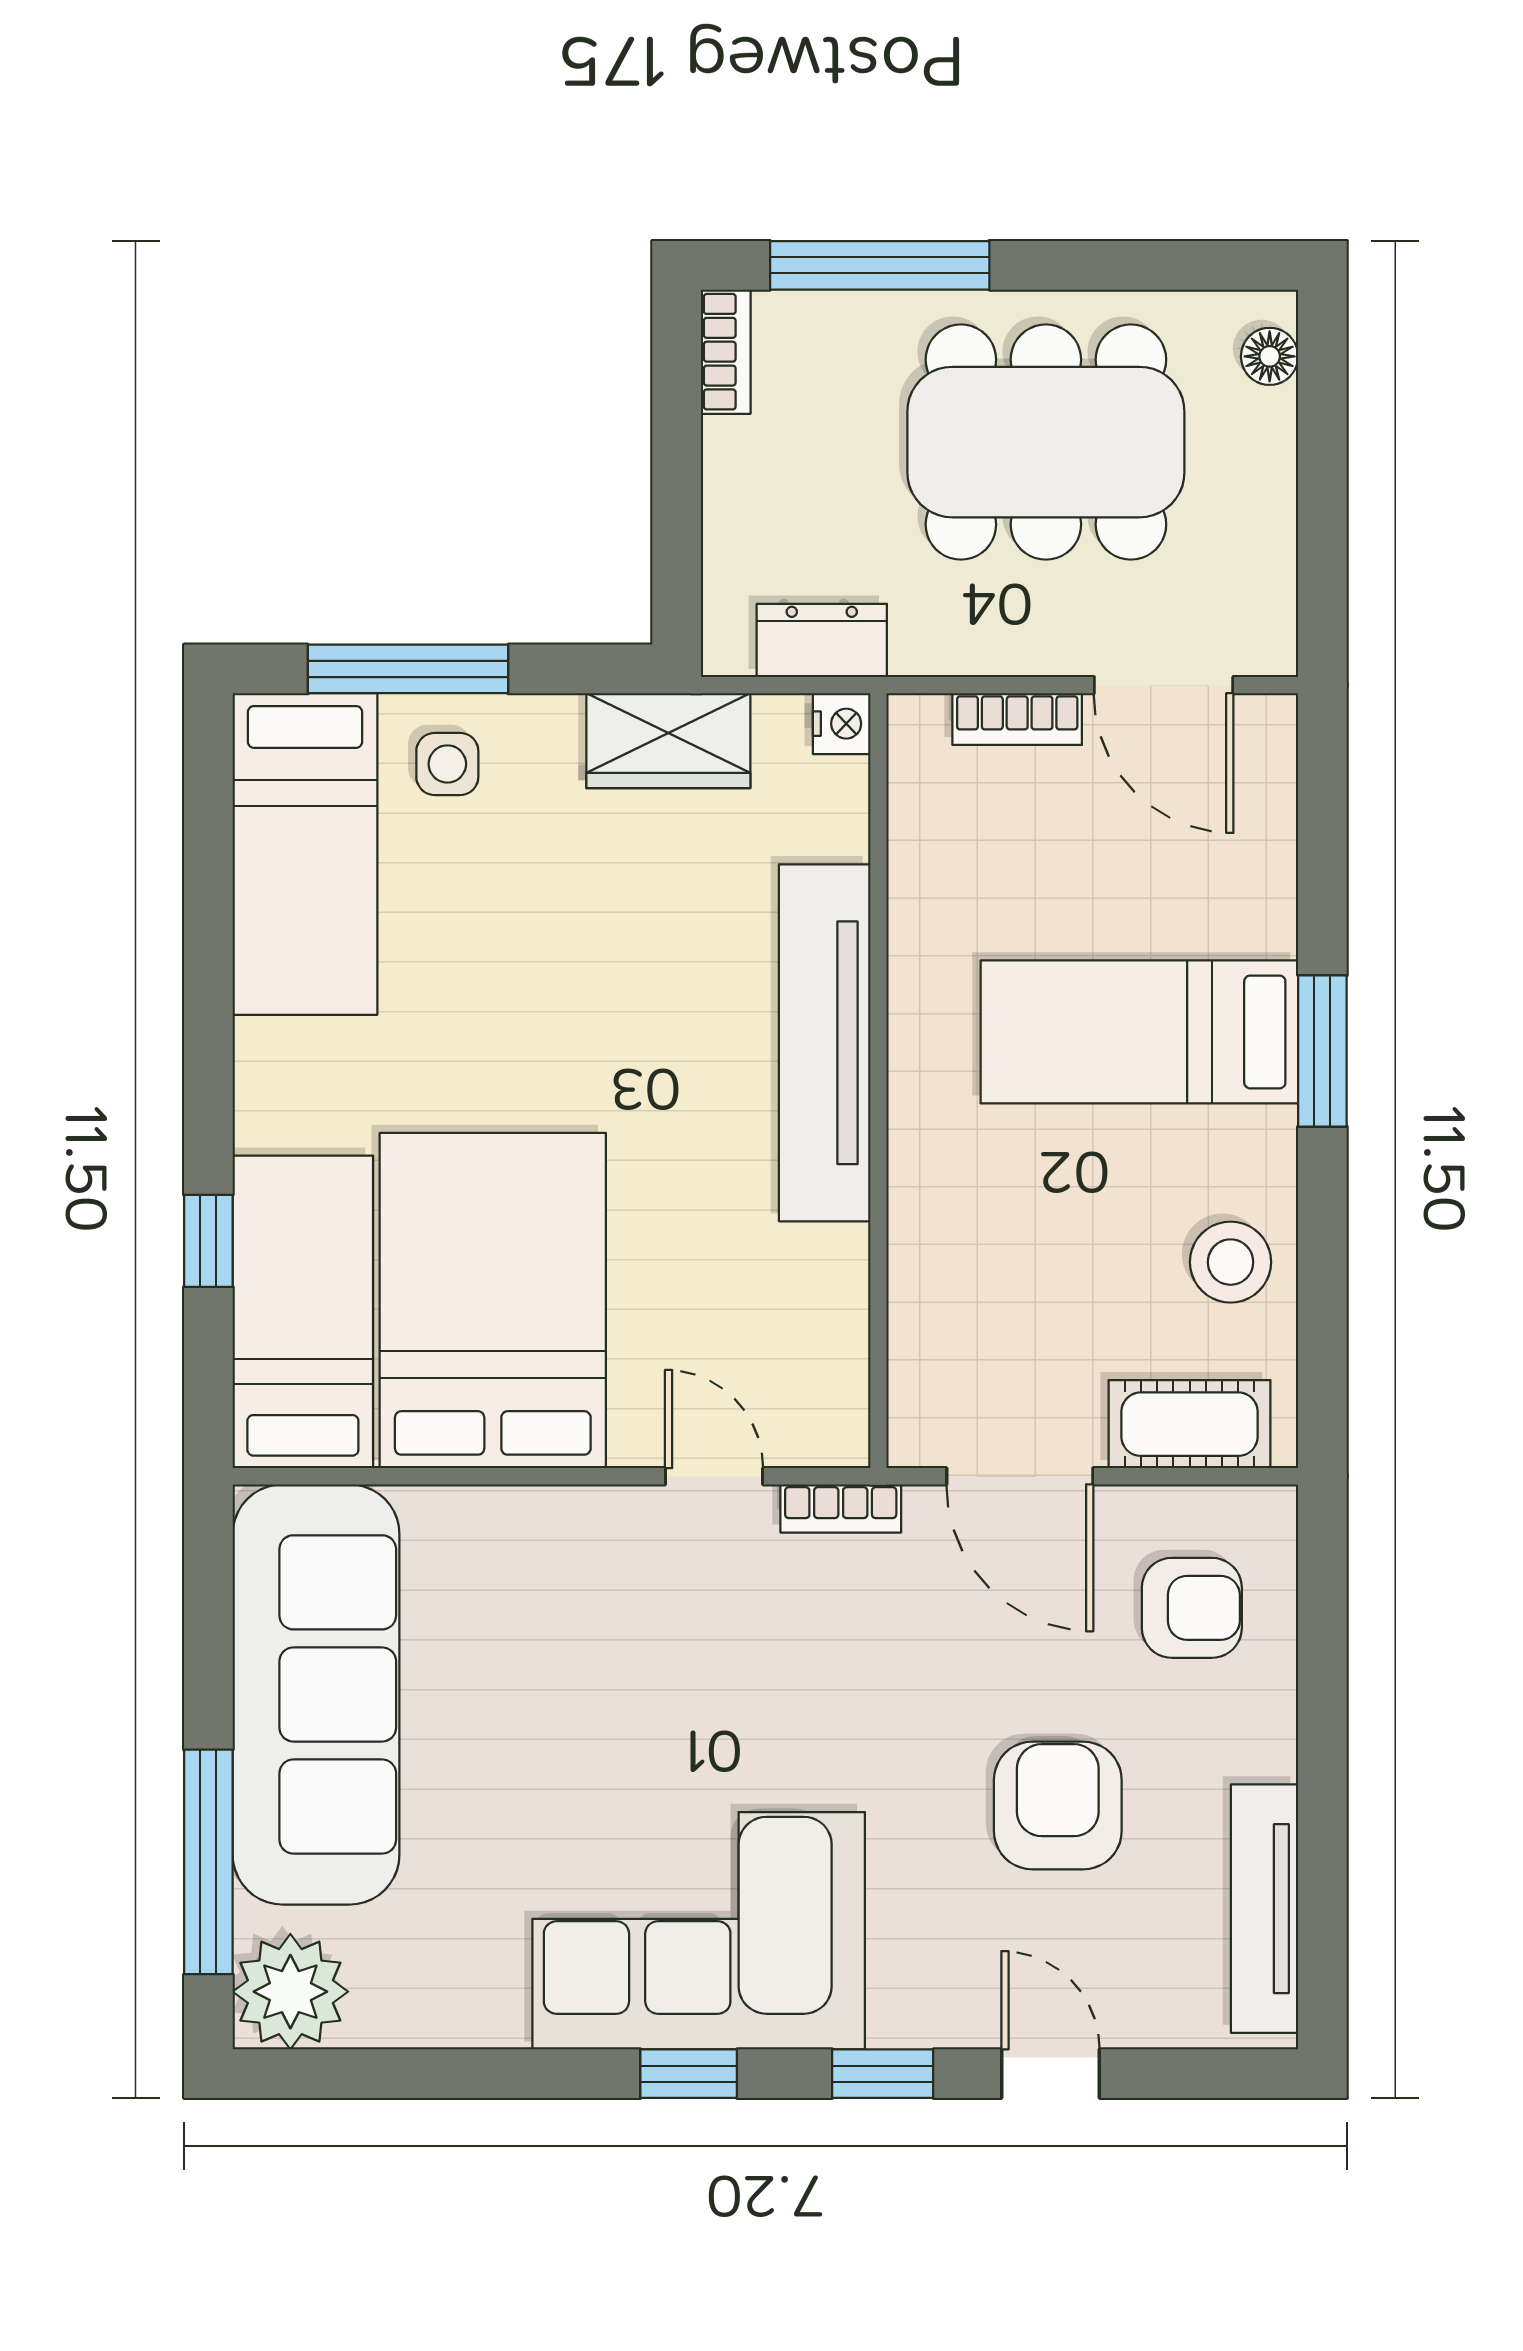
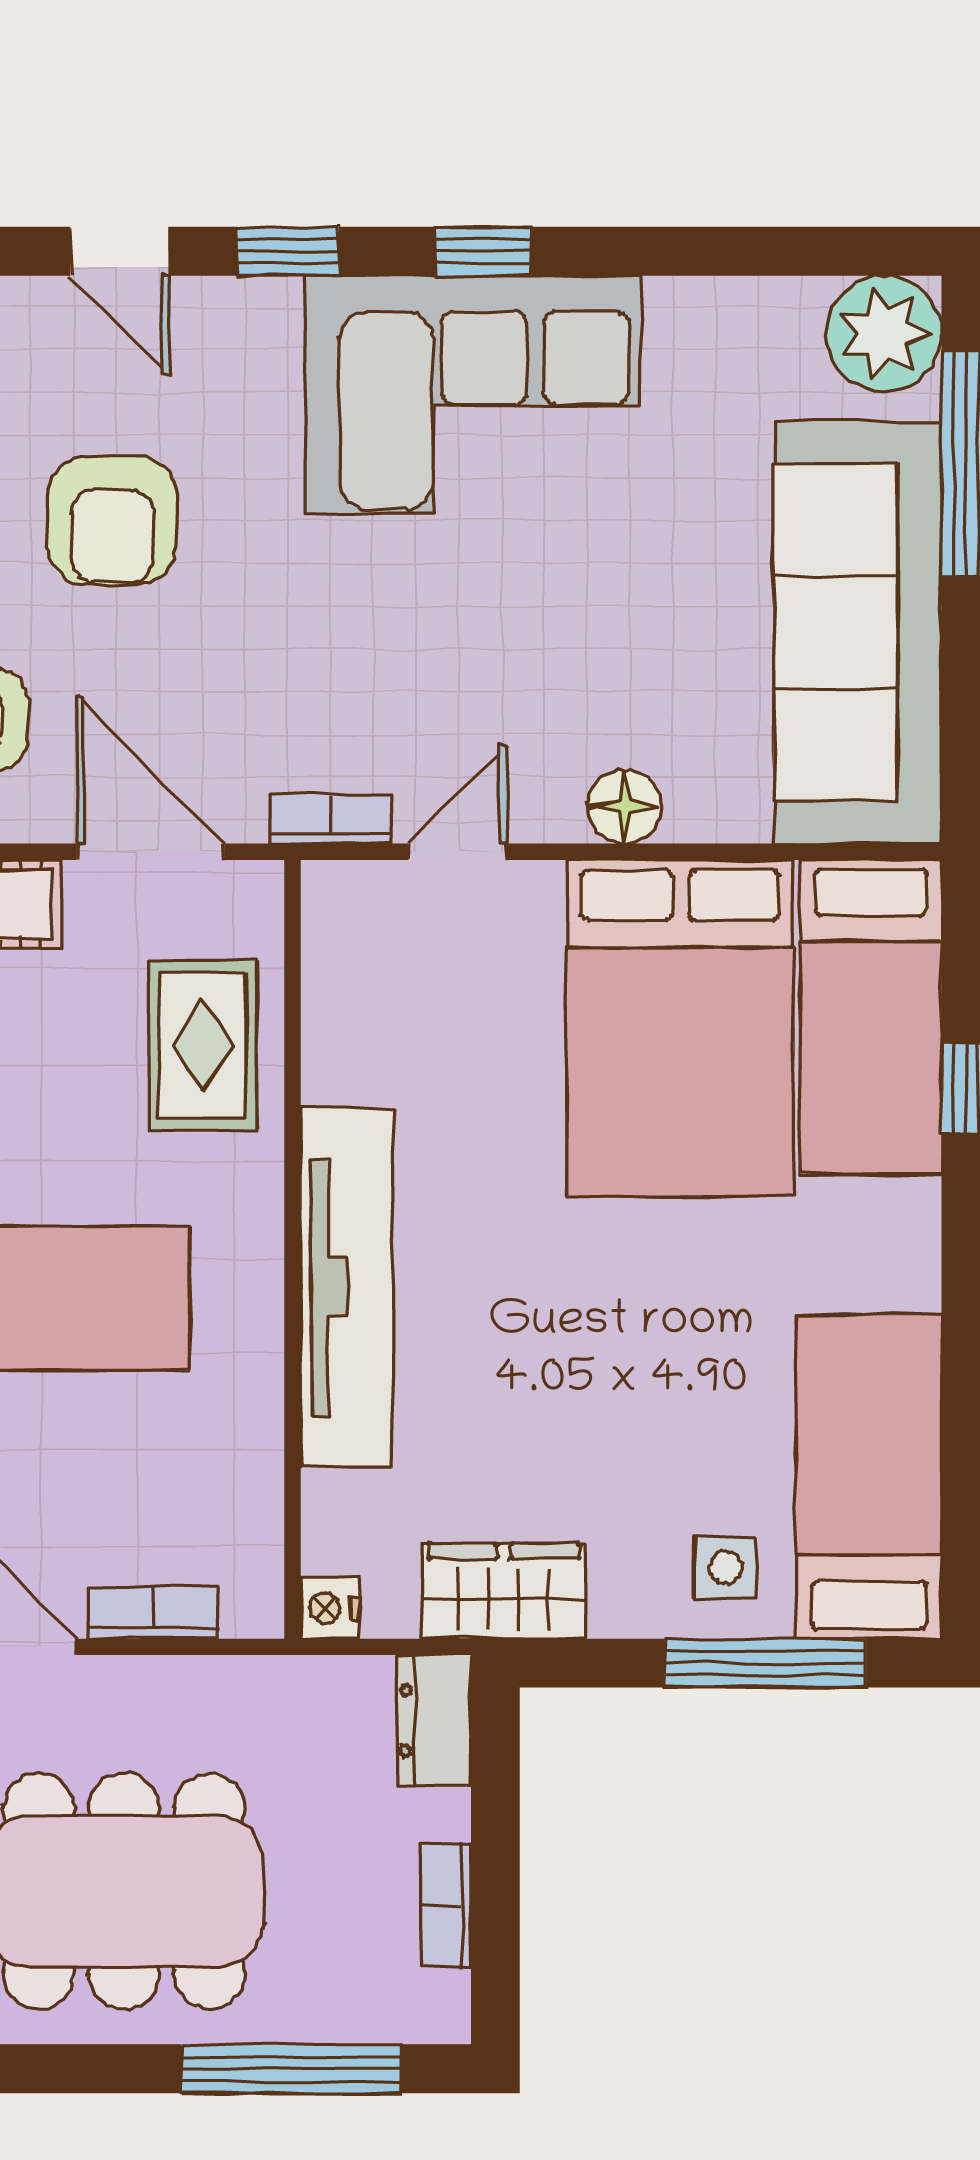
bookcase: (726, 352) -> (446, 1905), moved
dresser: (822, 640) -> (434, 1720), moved, turned 90
rug: (968, 1284) -> (203, 1045), added
door: (714, 1476) -> (458, 852), swing flipped
floor lamp: (548, 1521) -> (624, 807), added

